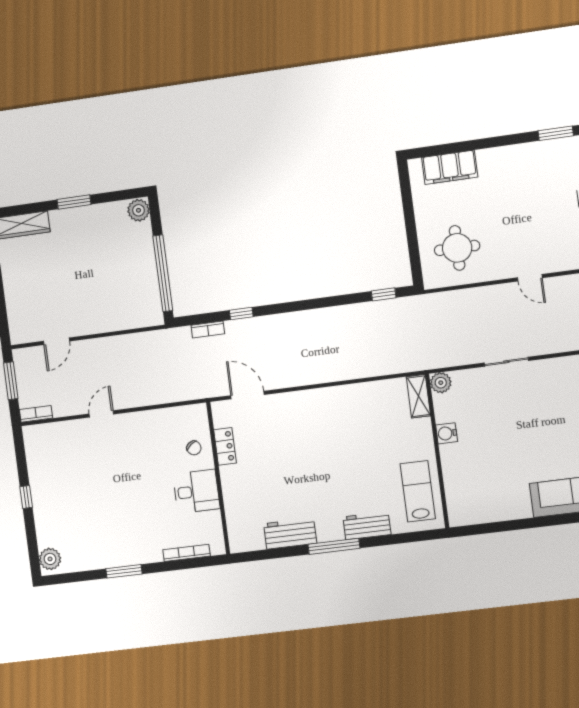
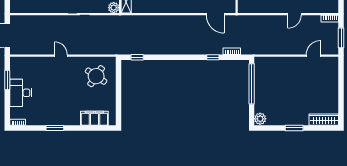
window: (556, 133) -> (55, 128), moved
round table: (457, 248) -> (96, 76), turned 34

